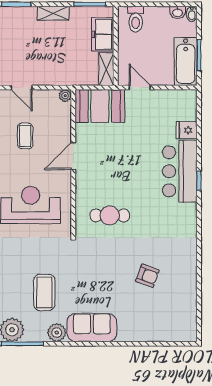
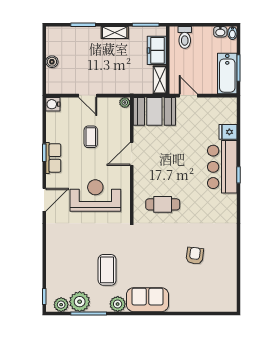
armchair: (147, 276) -> (195, 256), turned -103

